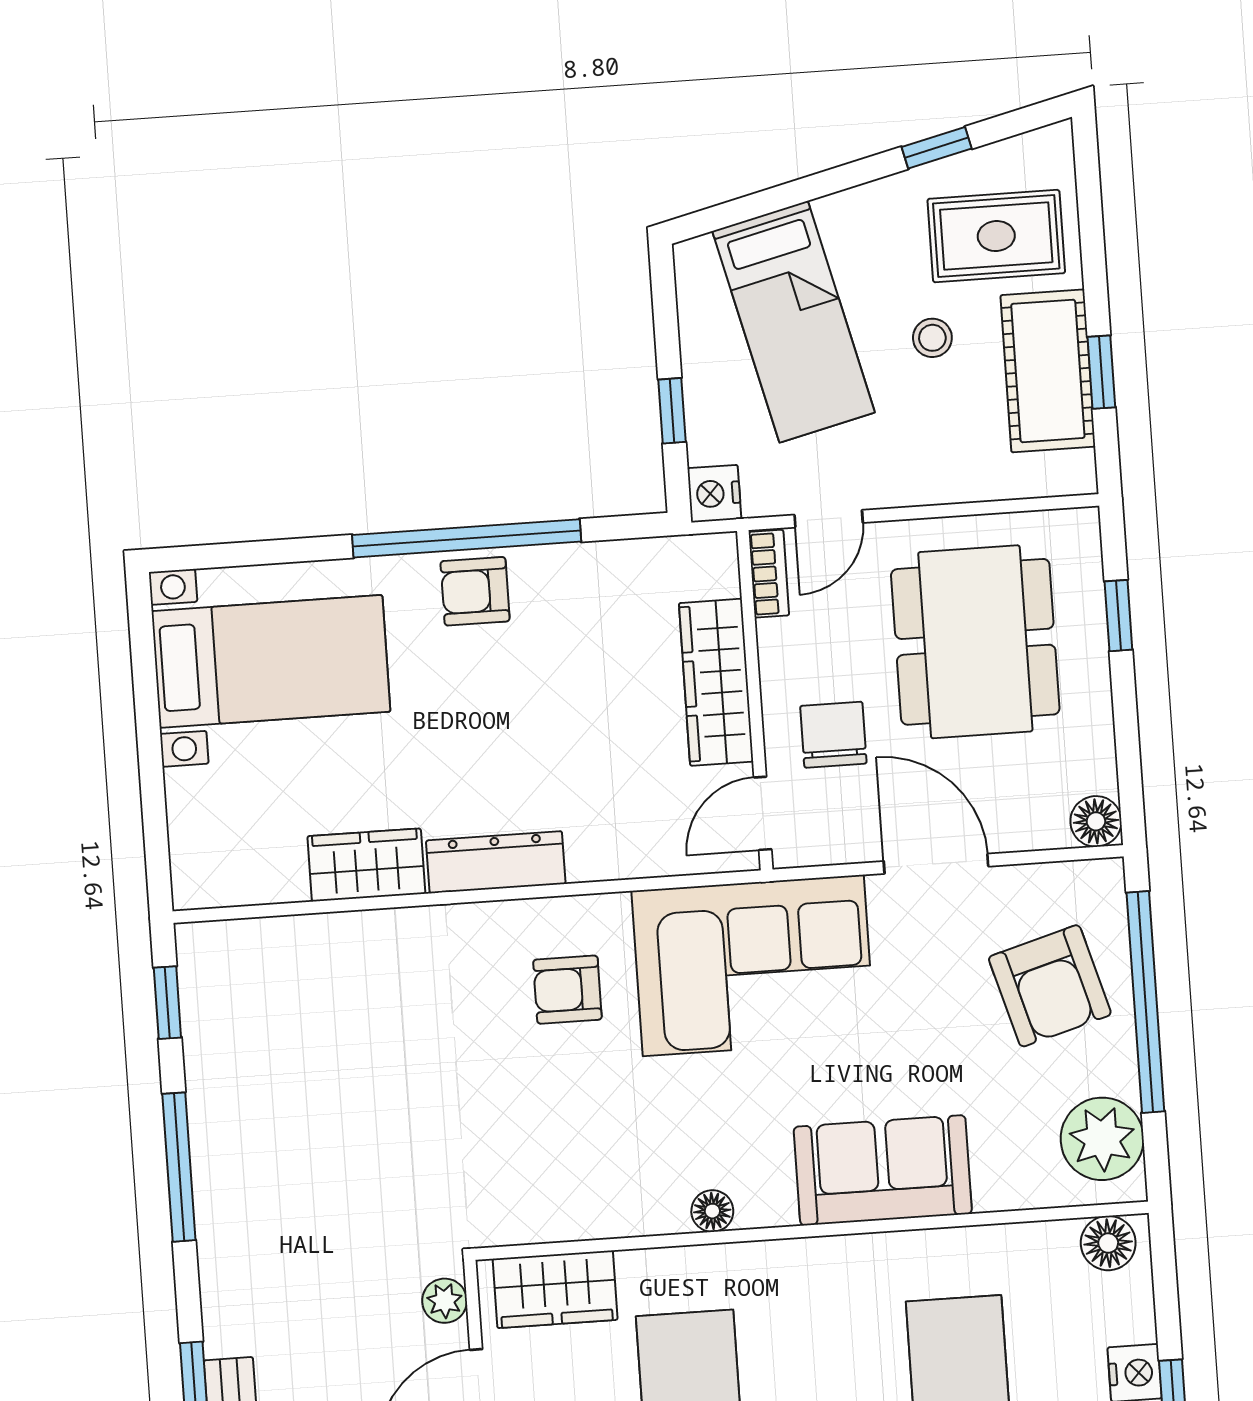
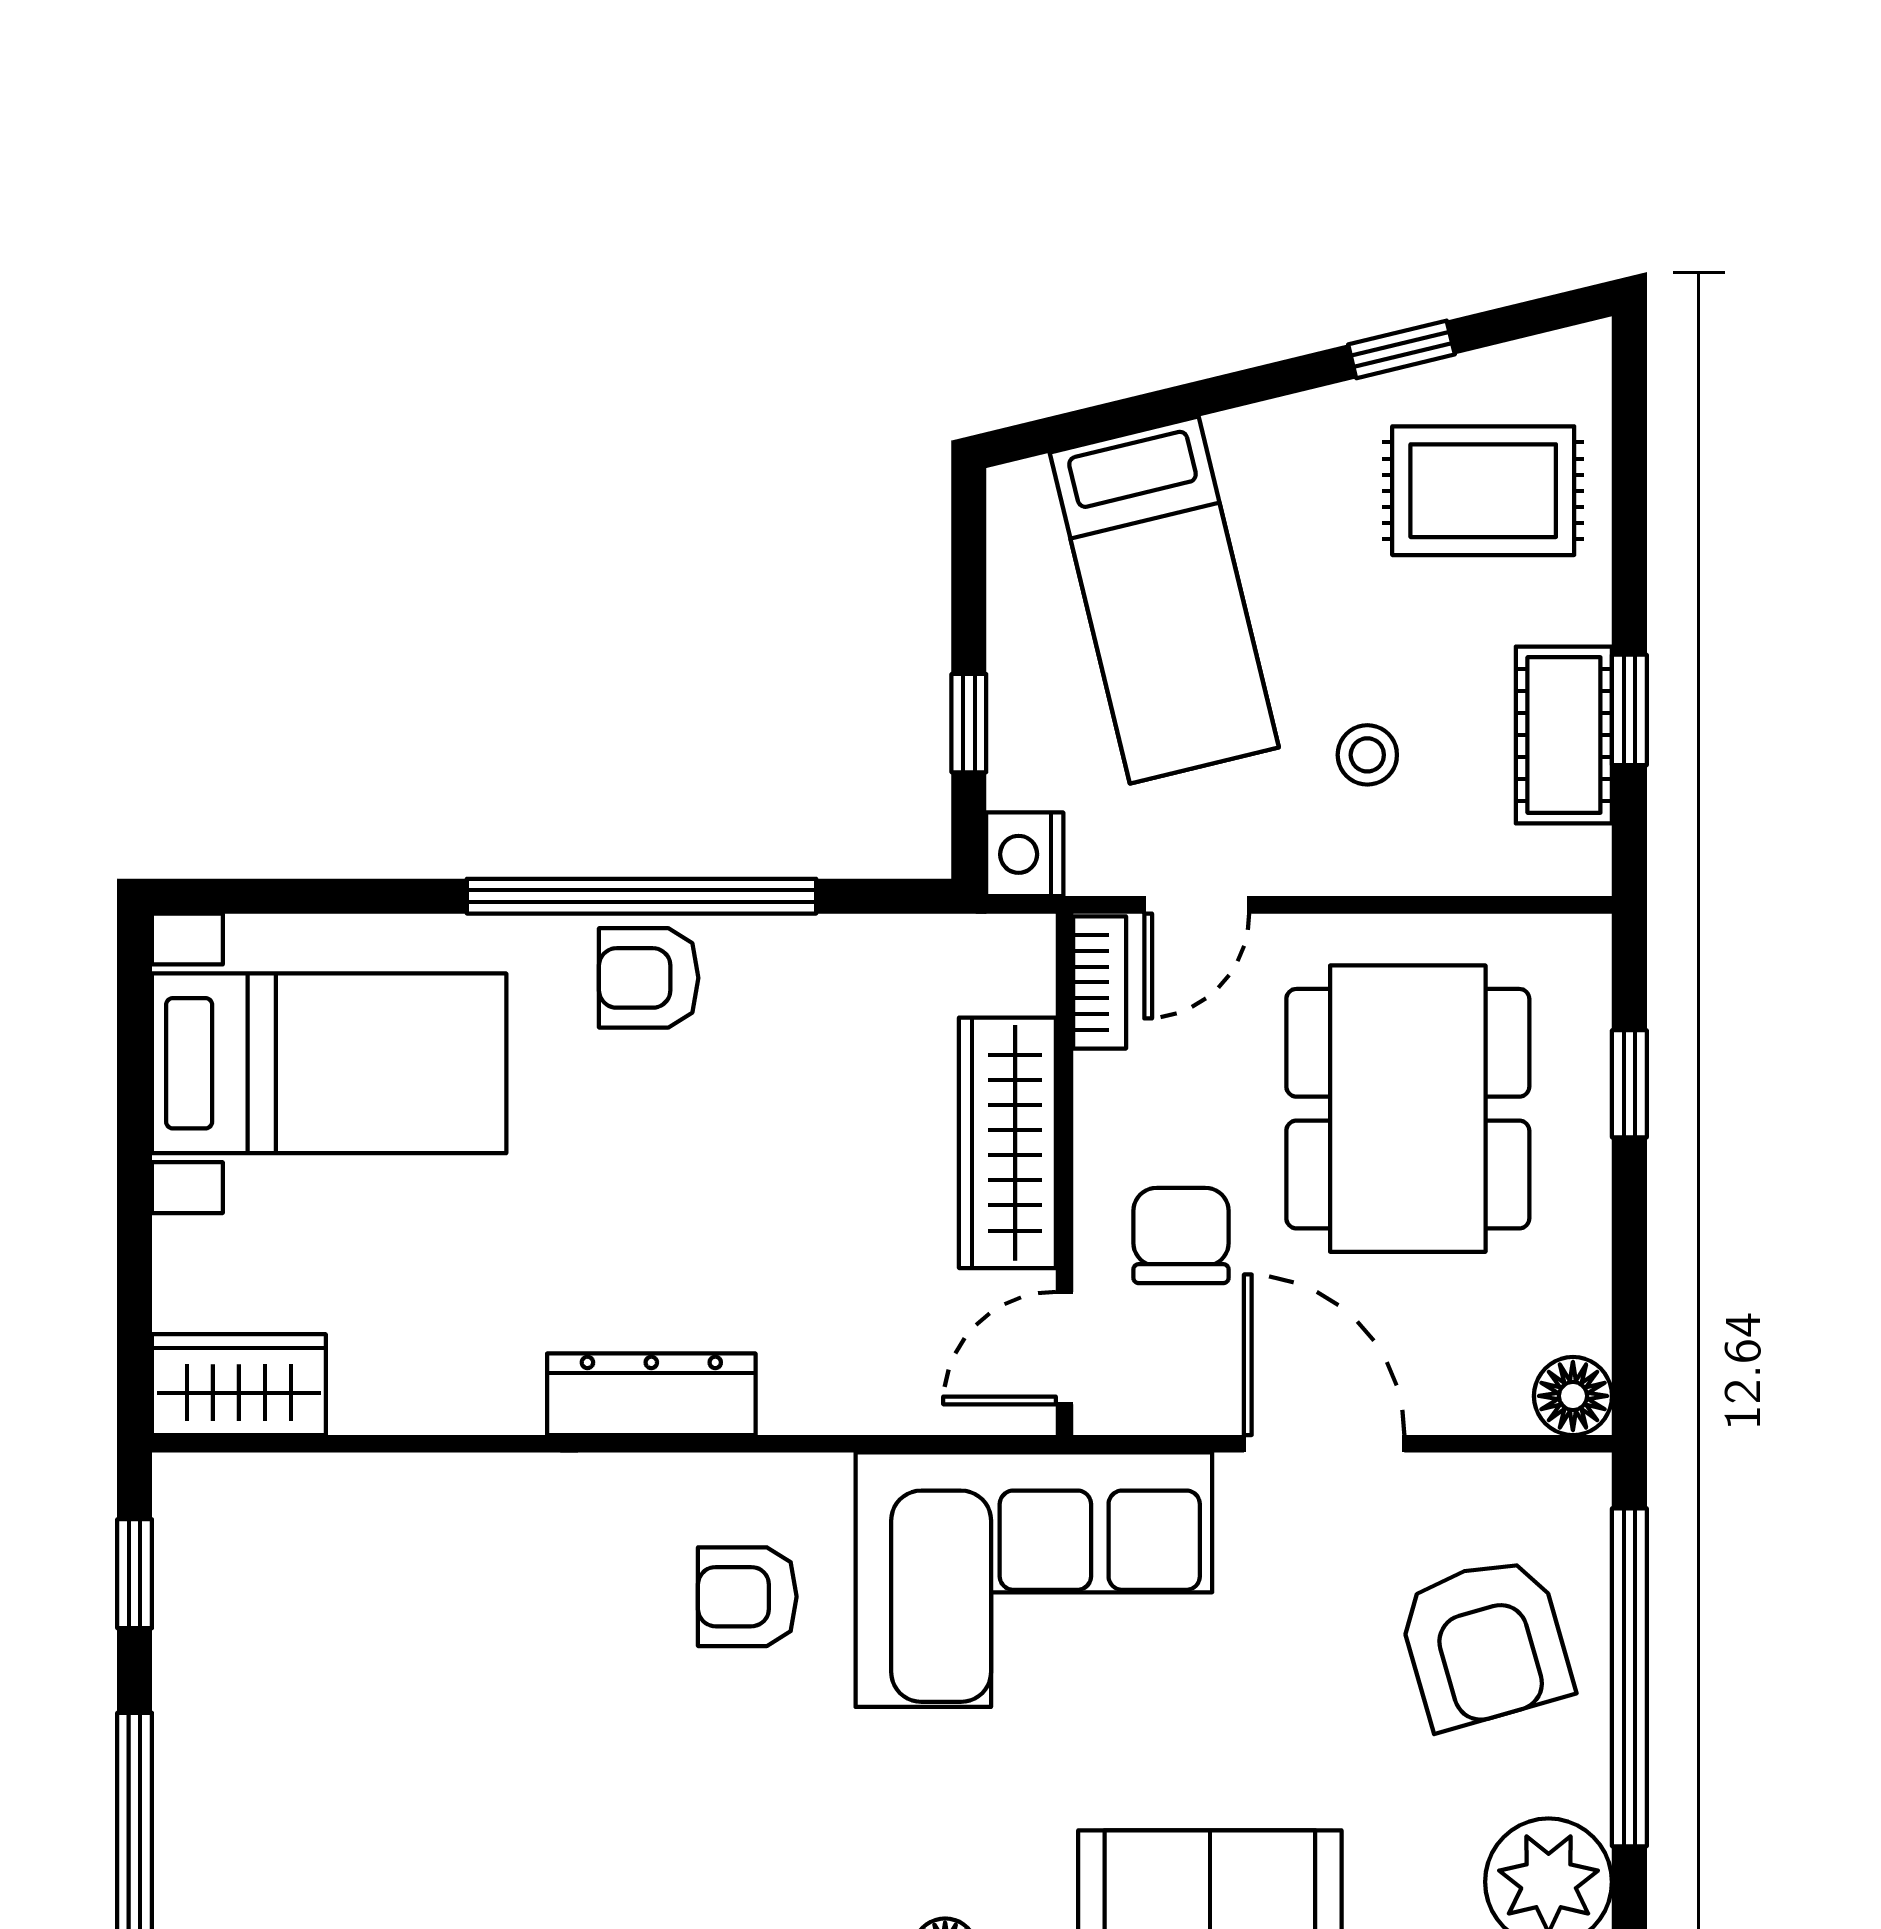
stool: (932, 338) -> (1367, 755), moved
cot: (1048, 371) -> (1564, 735), width x0.73, depth x0.75
wardrobe: (366, 865) -> (239, 1385), moved

